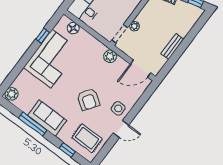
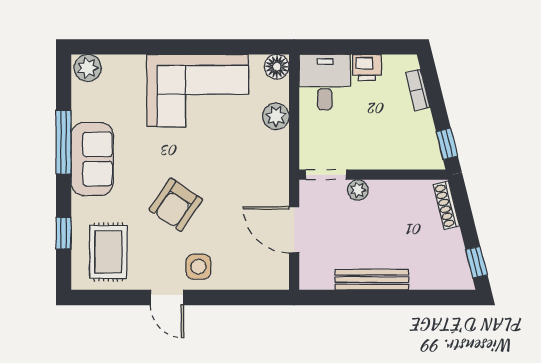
floor lamp: (73, 28) -> (277, 67), moved
window: (43, 36) -> (225, 47), removed
bench: (172, 46) -> (372, 280), width x1.36
plant: (110, 56) -> (276, 116), moved
door: (140, 68) -> (294, 230), moved

